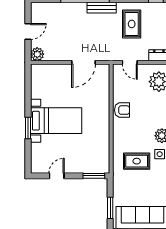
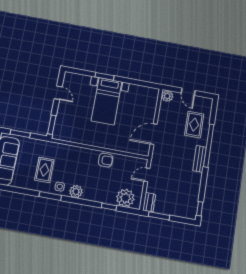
rug: (132, 24) -> (194, 125), moved, turned 90
door: (83, 62) -> (154, 134), hinge flipped
armchair: (122, 110) -> (106, 160), turned -90
rug: (137, 161) -> (44, 170), moved

